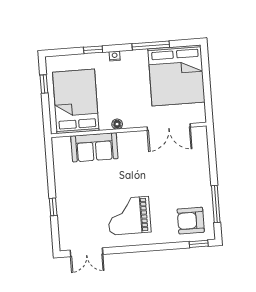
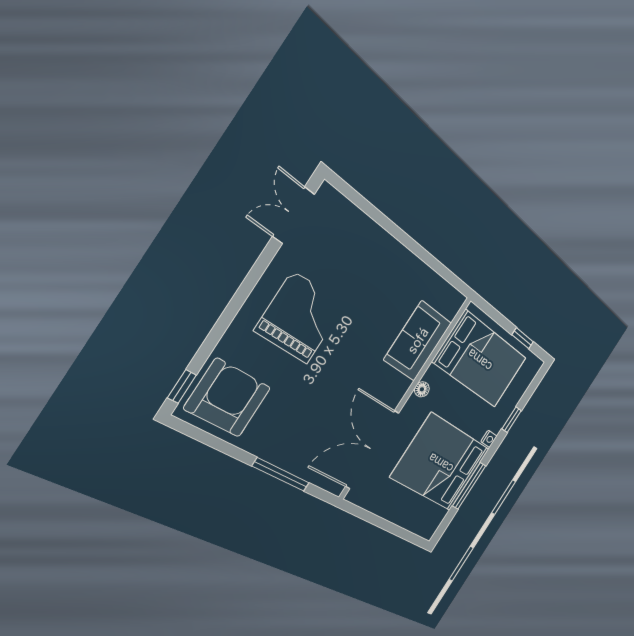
bed: (176, 75) -> (441, 463), moved
double door: (169, 127) -> (372, 450), width x1.36
window: (216, 204) -> (281, 475), moved
window: (53, 207) -> (389, 226), removed
armchair: (191, 221) -> (228, 398), width x1.36, depth x1.36

